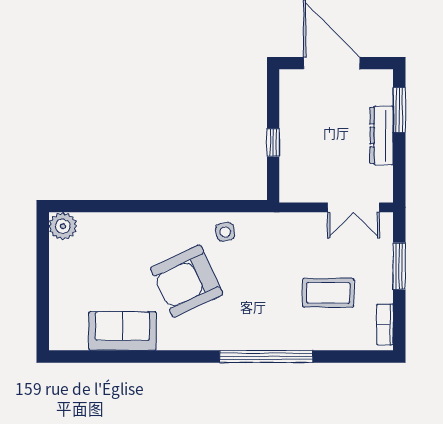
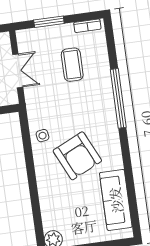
double door: (353, 207) -> (18, 71), moved
sofa: (122, 331) -> (116, 200), width x1.36

